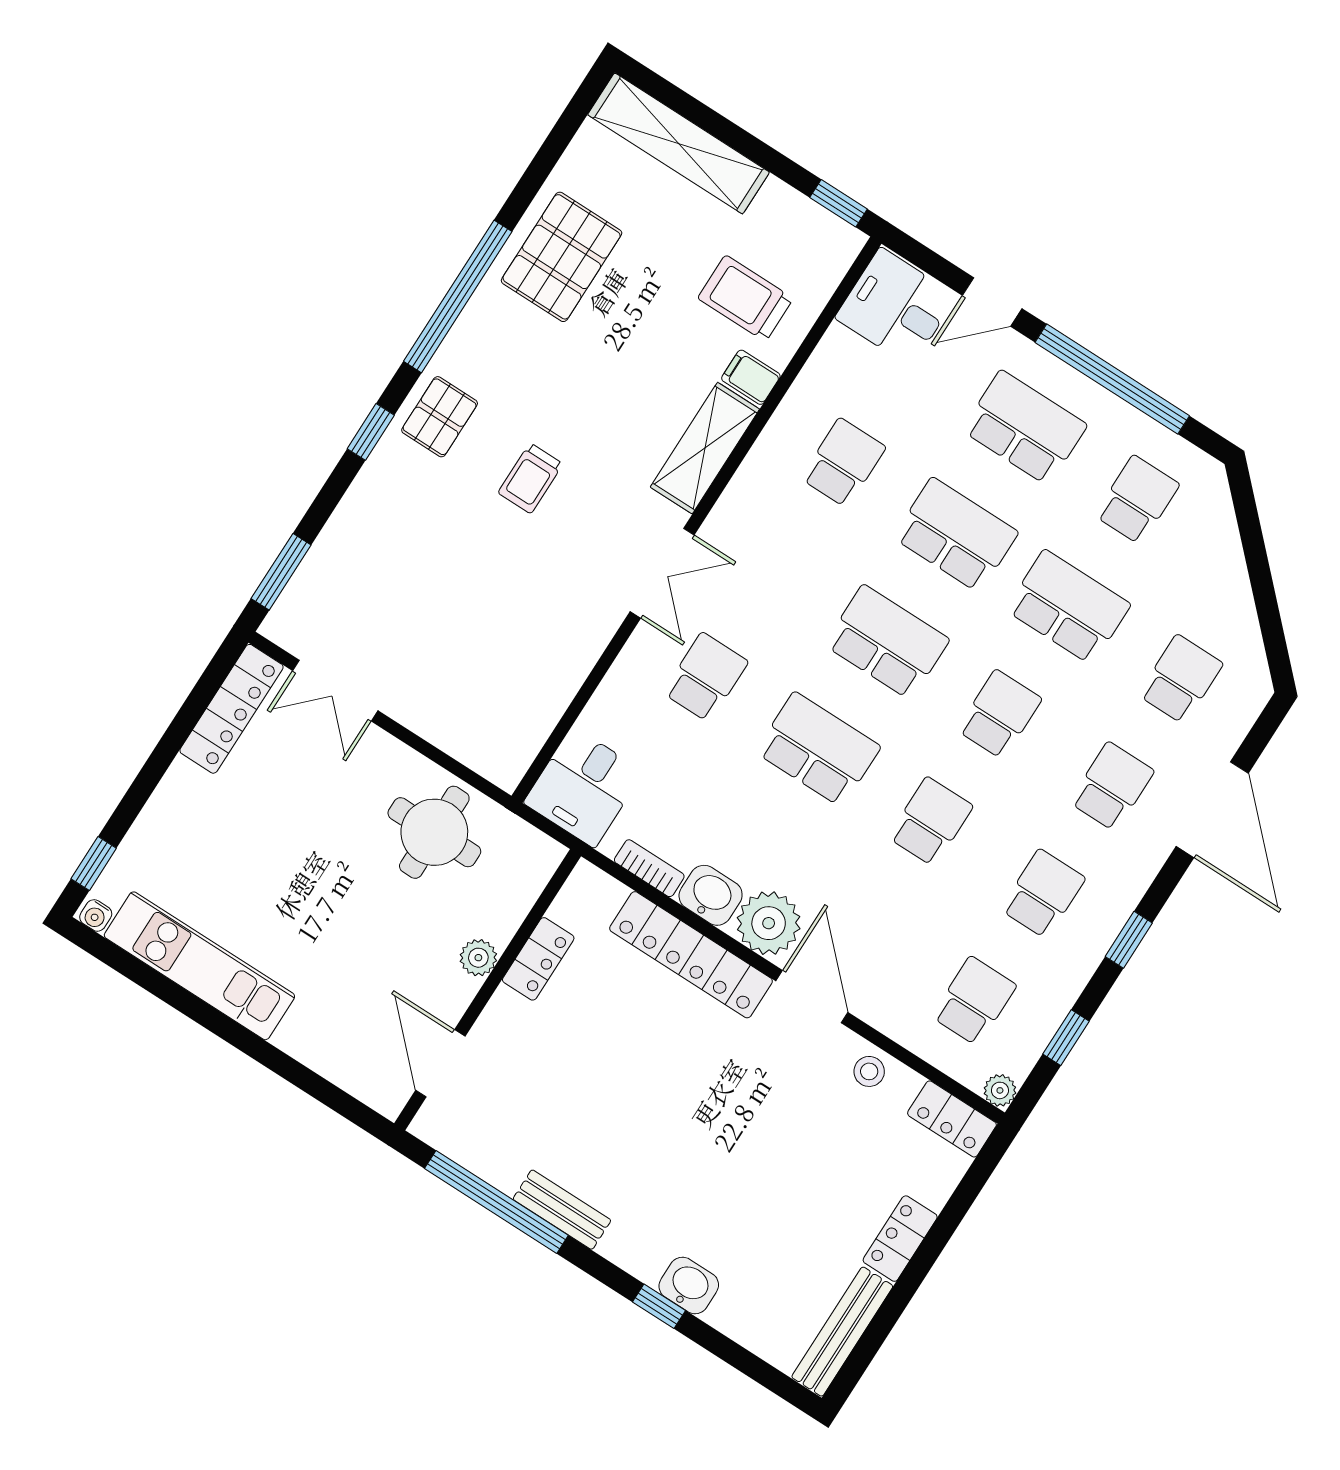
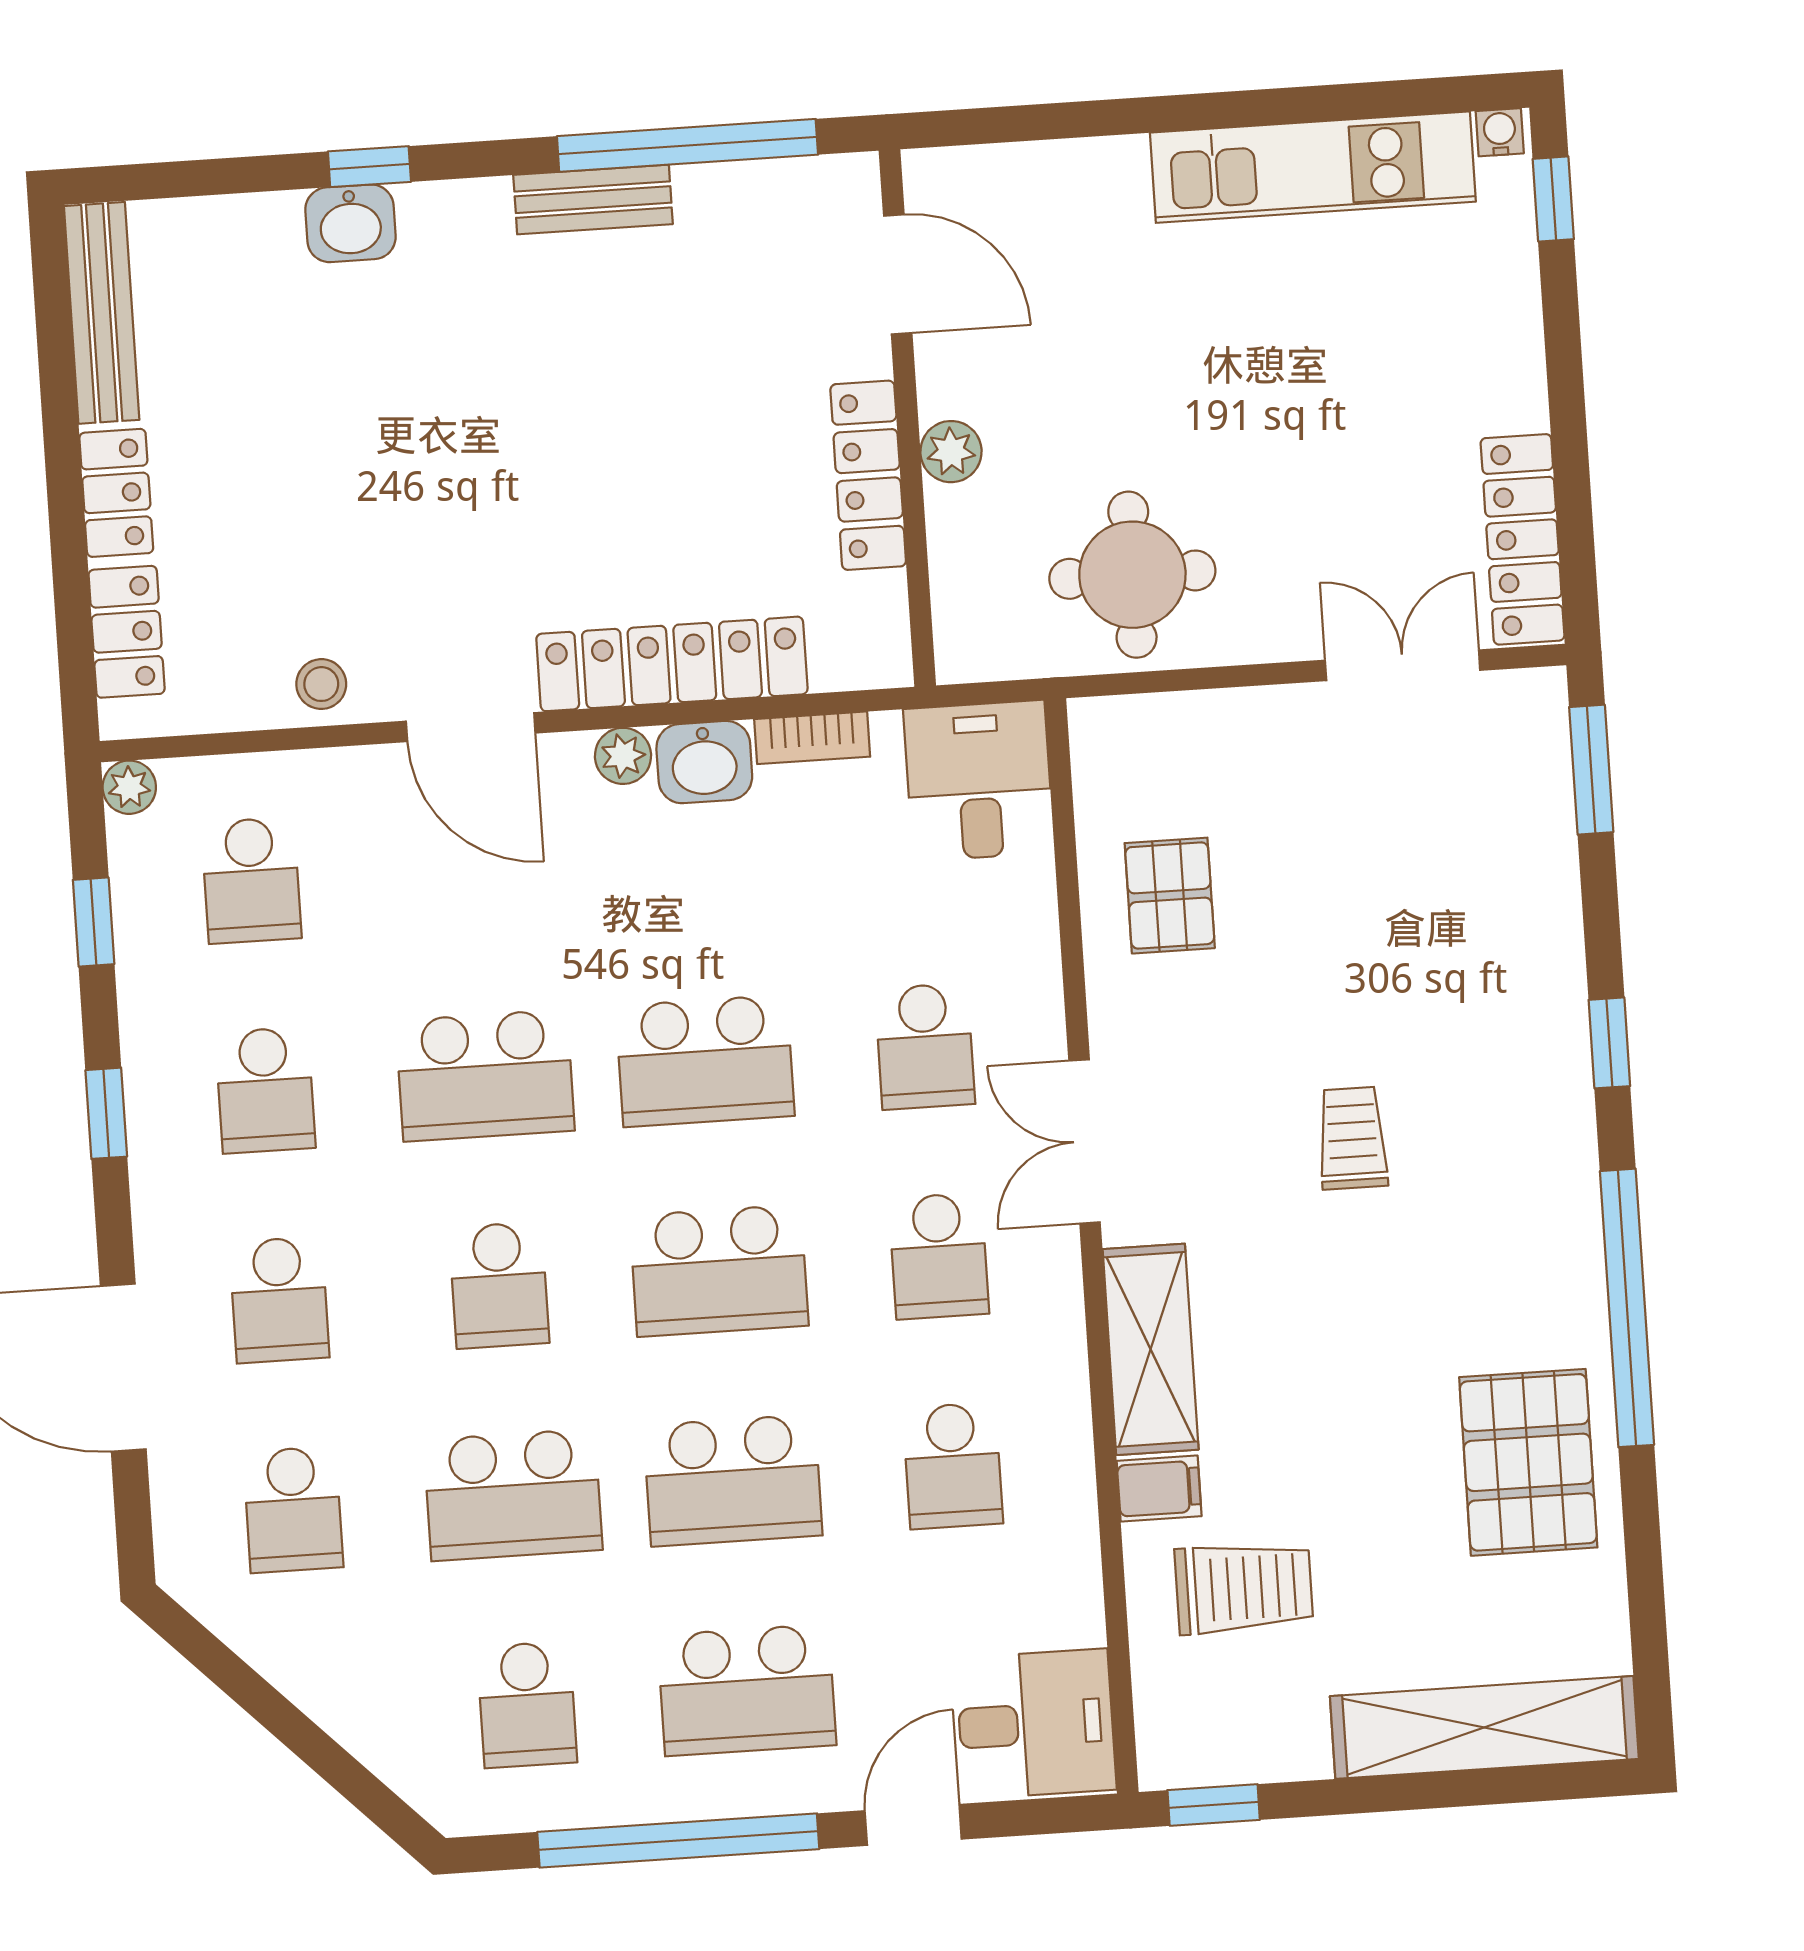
pallet: (440, 417) -> (1170, 896), moved
school desk: (774, 570) -> (939, 1256), added
school desk: (930, 822) -> (485, 1076), width x1.85
plant: (769, 923) -> (623, 756), width x0.53, depth x0.53
locker: (538, 959) -> (868, 475), width x1.53
locker: (952, 1119) -> (127, 632), moved, turned 90

